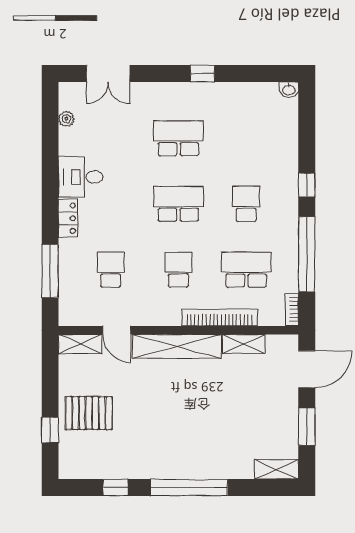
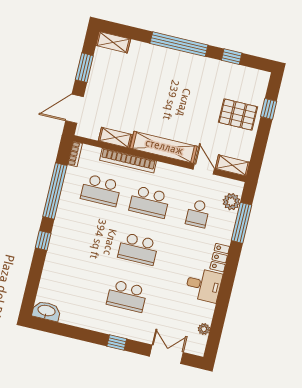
window: (202, 74) -> (117, 343), moved
washbasin: (289, 90) -> (46, 311), width x1.91, depth x1.45
school desk: (246, 204) -> (90, 237), removed
school desk: (178, 270) -> (149, 202), width x1.85
plant: (70, 296) -> (231, 202), added

